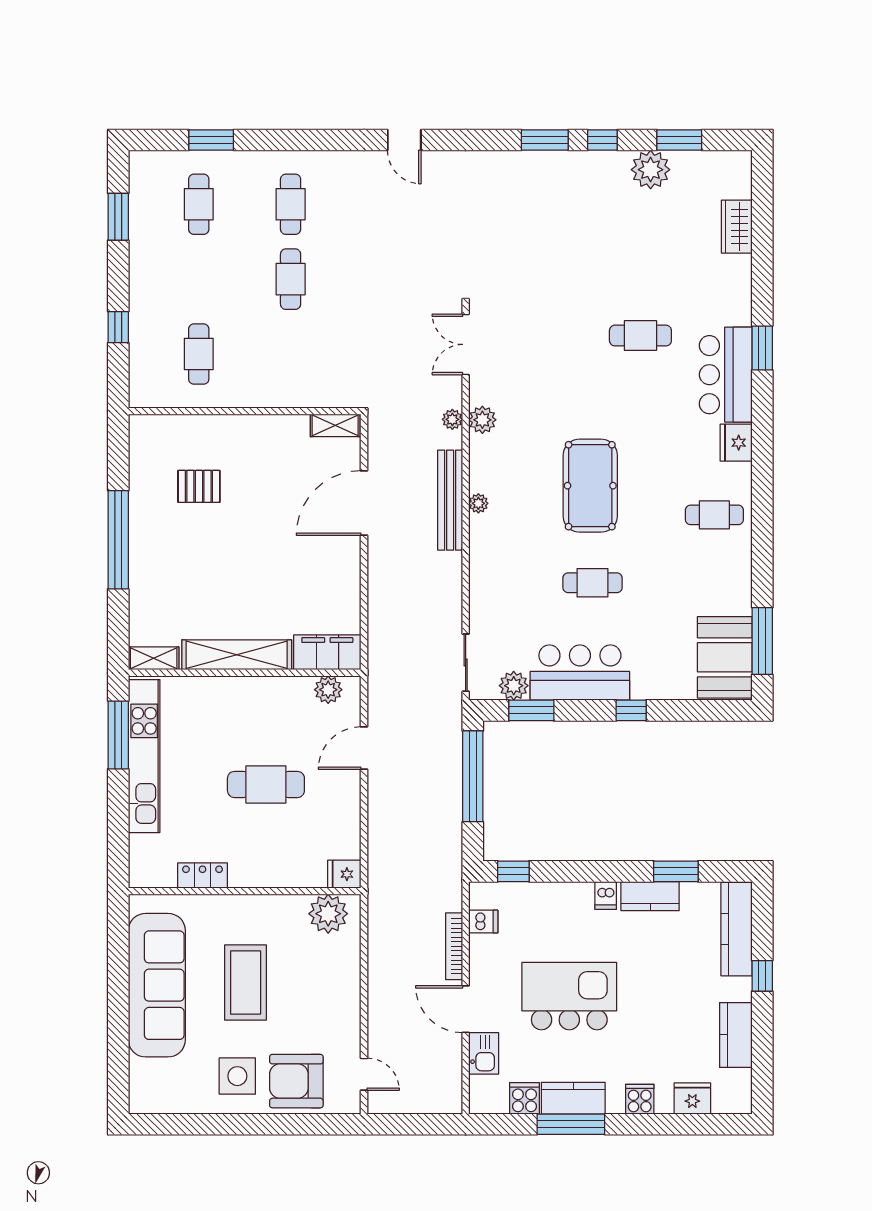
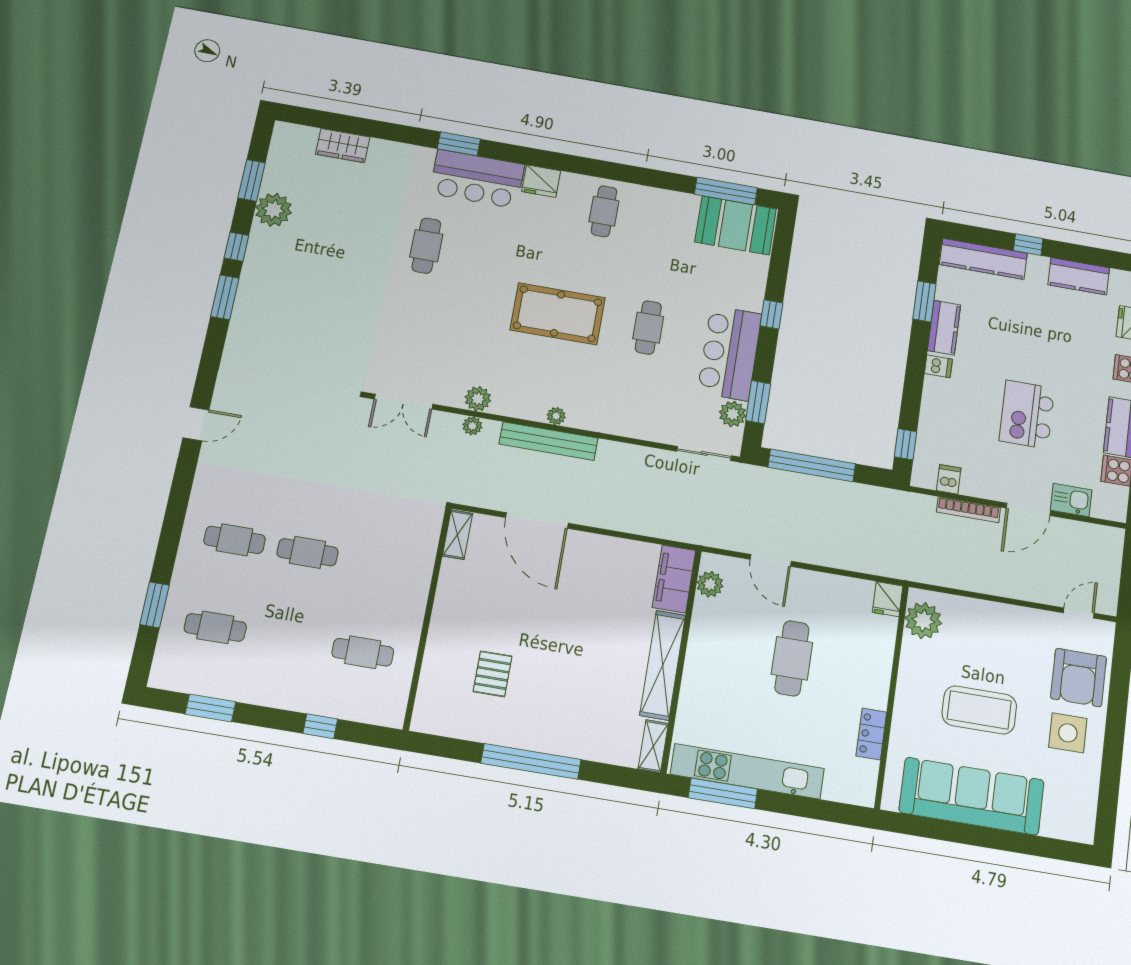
kitchen island: (569, 996) -> (1027, 414), width x0.73, depth x0.78

